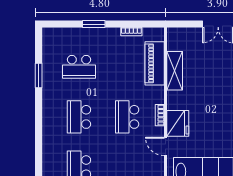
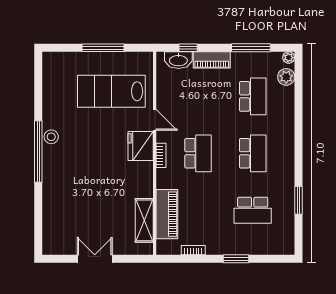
school desk: (79, 67) -> (253, 210), turned 180
shelving: (175, 71) -> (144, 220), moved

